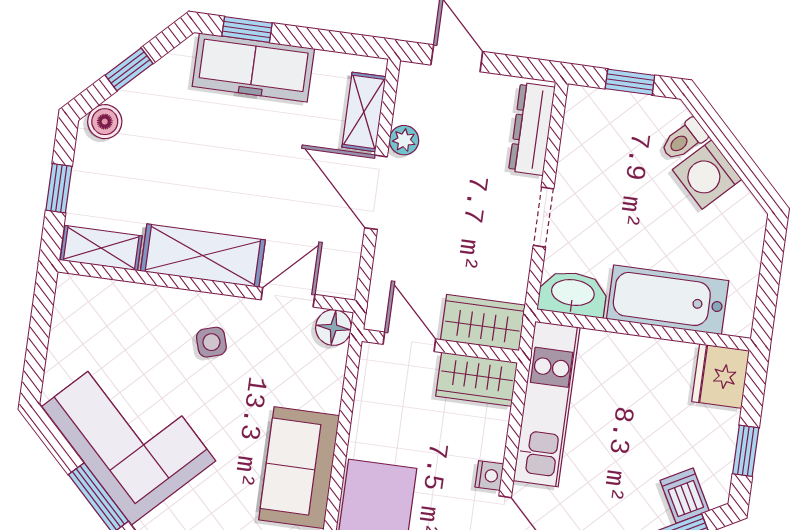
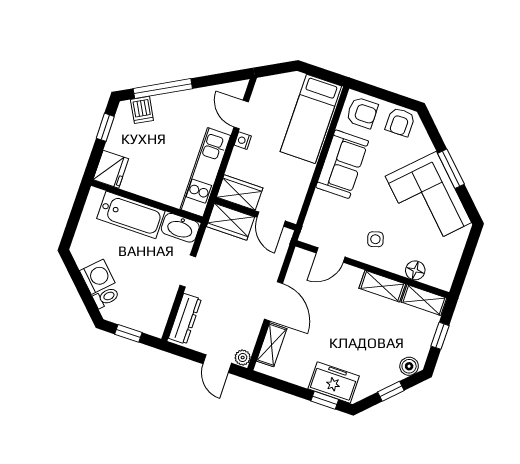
freezer: (253, 68) -> (334, 382), width x0.71
plant: (404, 140) -> (243, 358), moved
shelving: (203, 256) -> (382, 286), width x0.67, depth x0.75
floor lamp: (333, 327) -> (415, 270), moved

